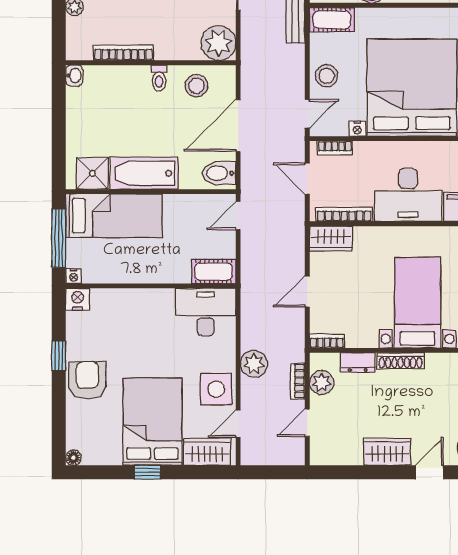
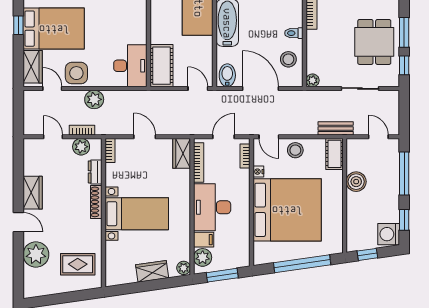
plant: (218, 43) -> (313, 80), width x0.53, depth x0.53
cot: (214, 272) -> (161, 66), width x1.37, depth x1.34

